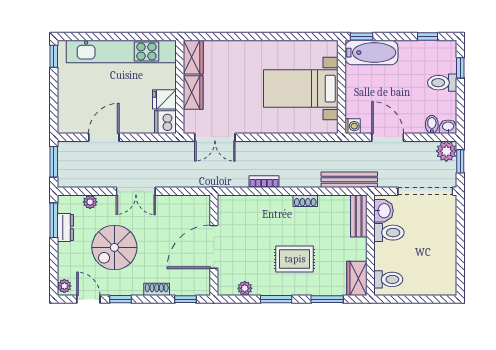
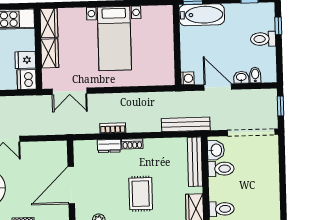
bed with nightstands: (301, 89) -> (114, 38), moved, turned -90
washbasin: (448, 127) -> (241, 77), moved
plant: (446, 151) -> (268, 98), removed
shoe rack: (305, 201) -> (132, 144), moved
dresser: (259, 202) -> (109, 146), added
bench: (359, 216) -> (195, 162), width x1.36
rug: (295, 259) -> (141, 194), turned 90

